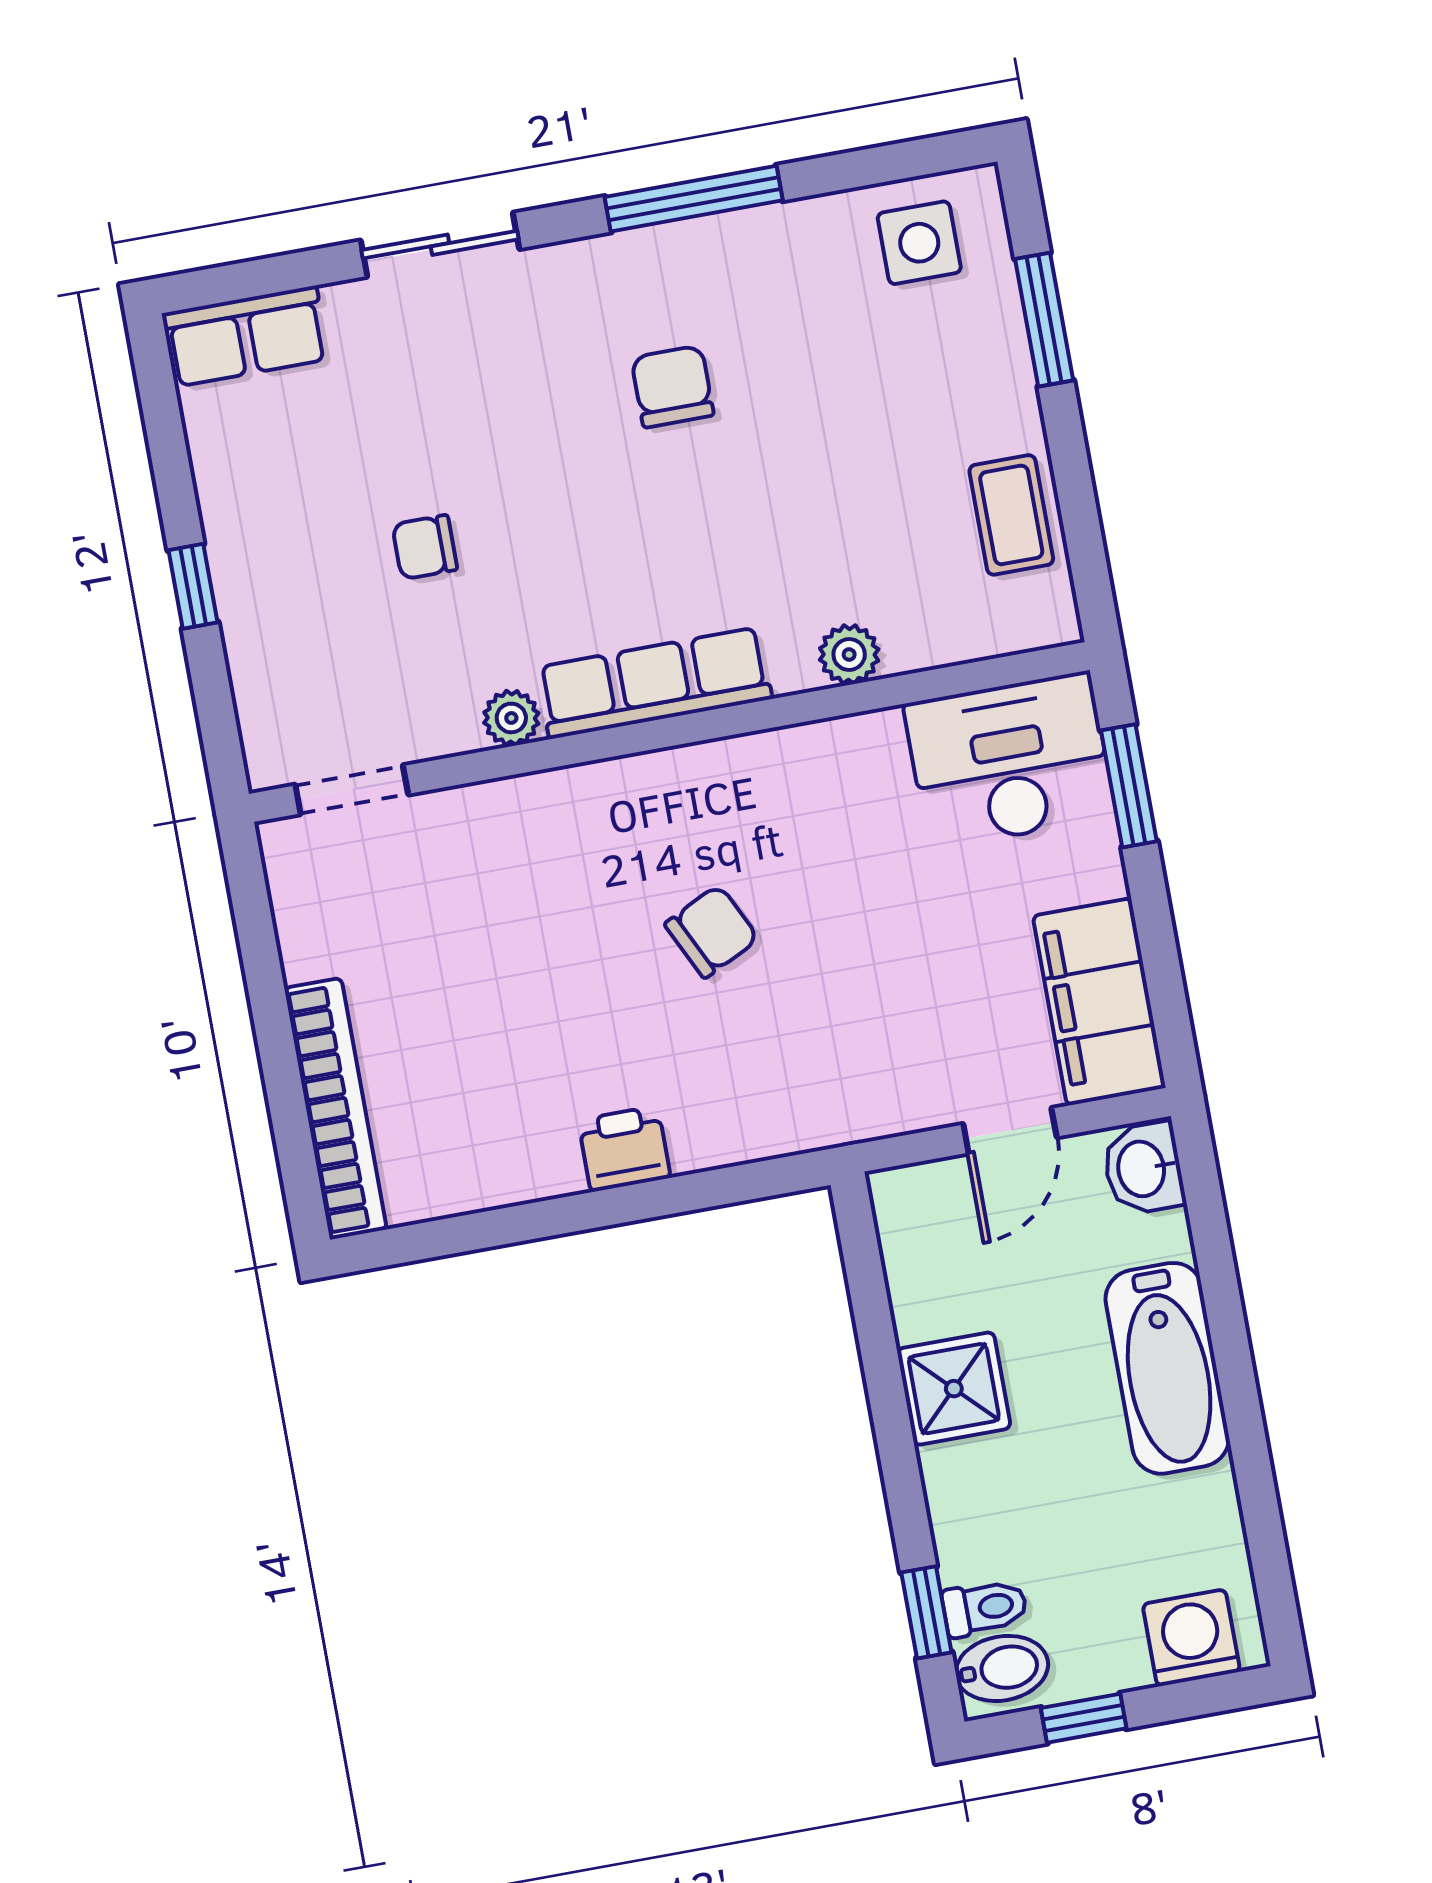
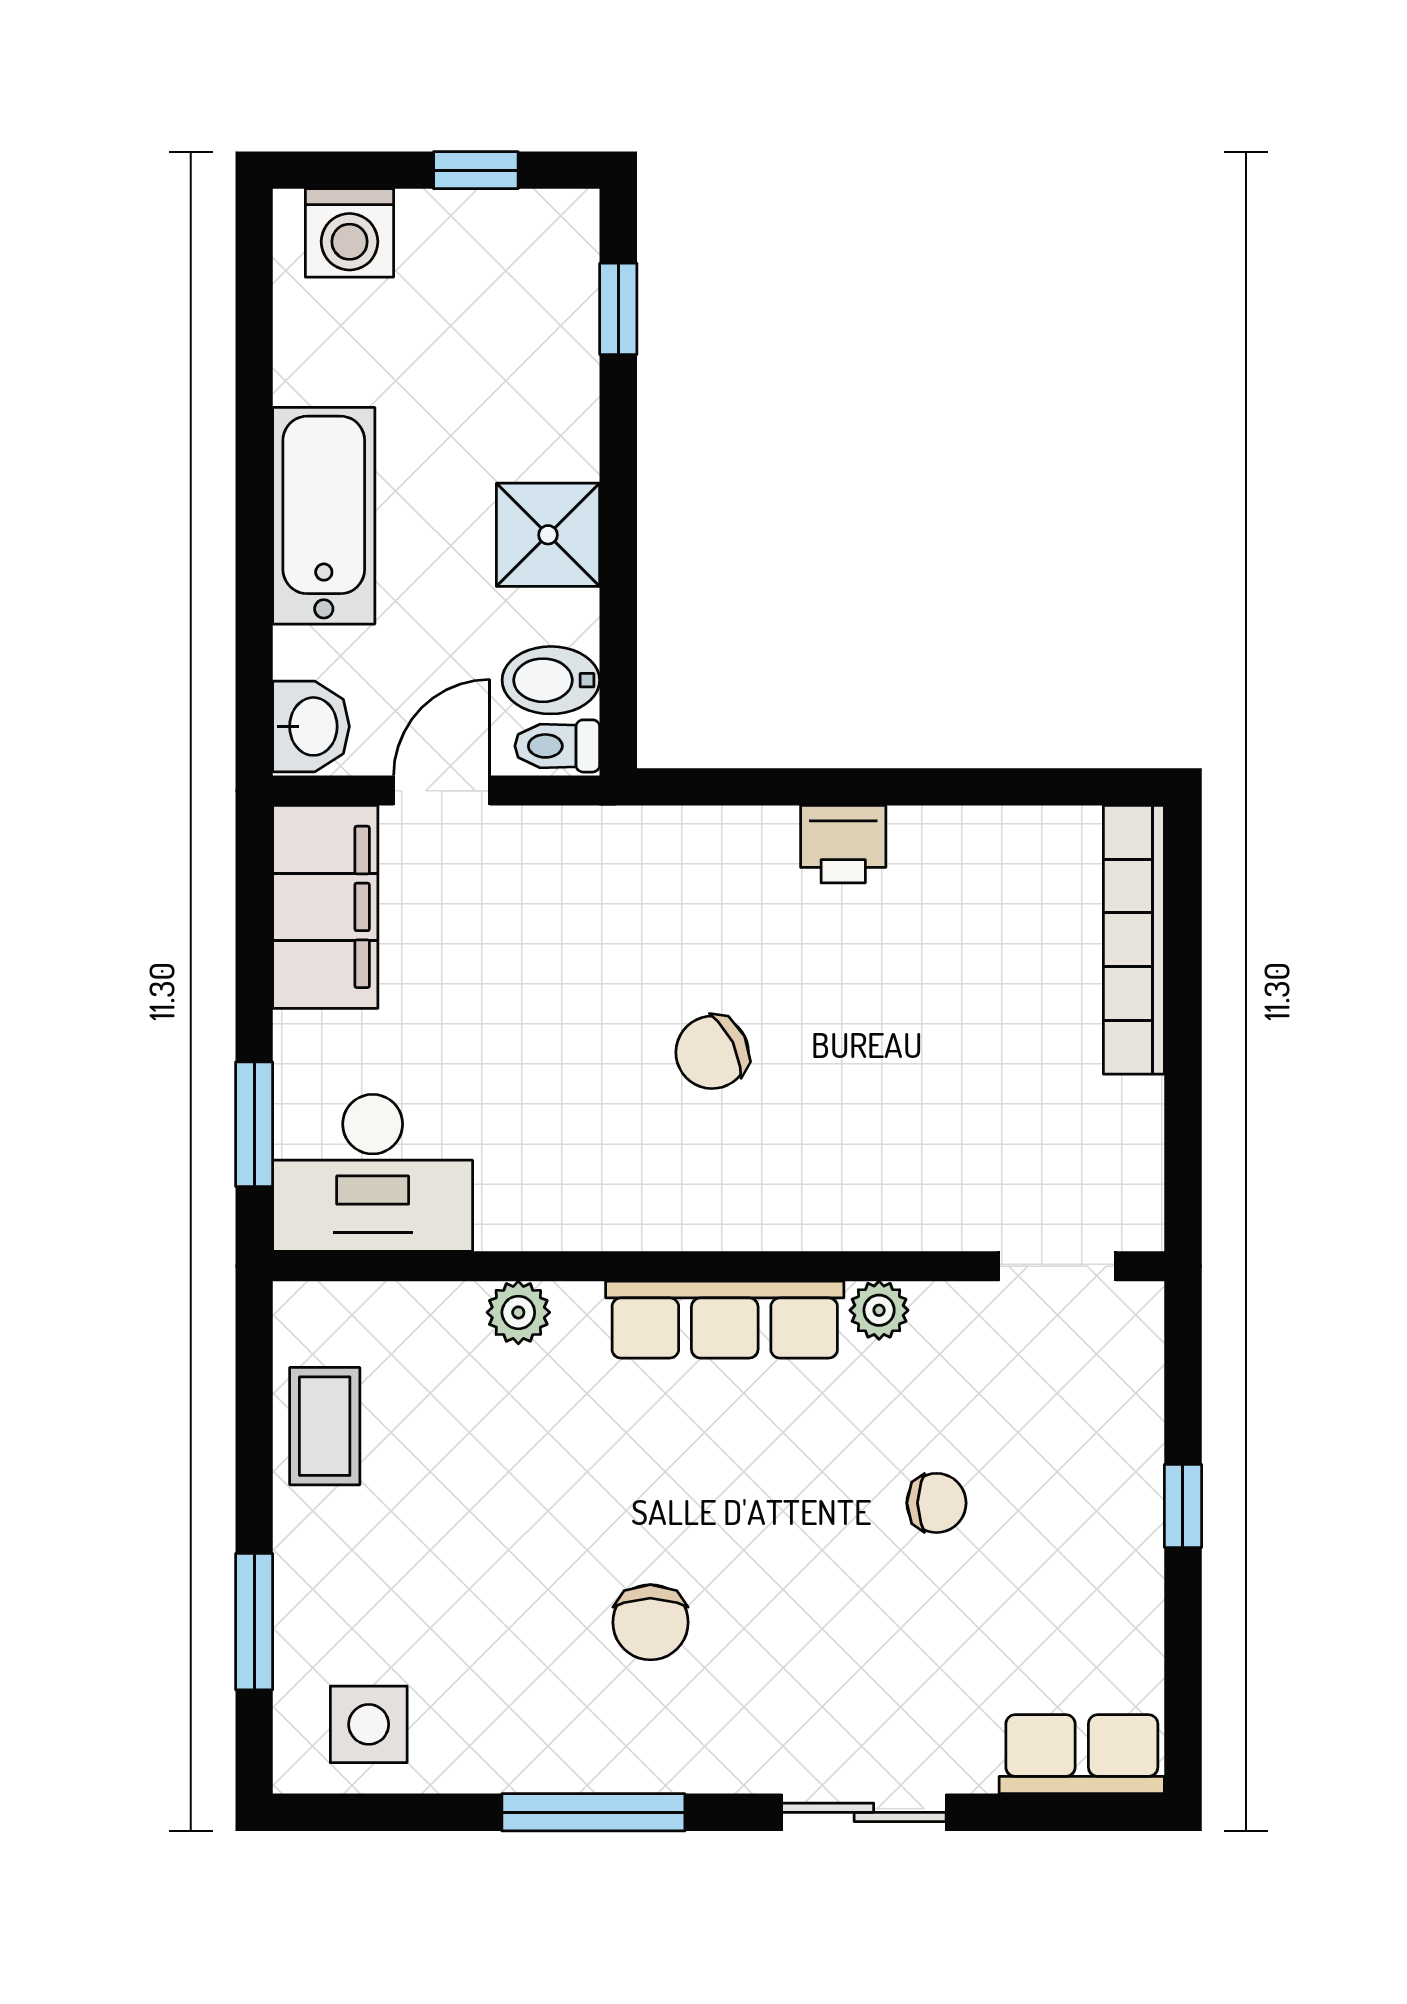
toilet: (985, 1608) -> (557, 746), moved
bidet: (1002, 1668) -> (551, 680), moved

